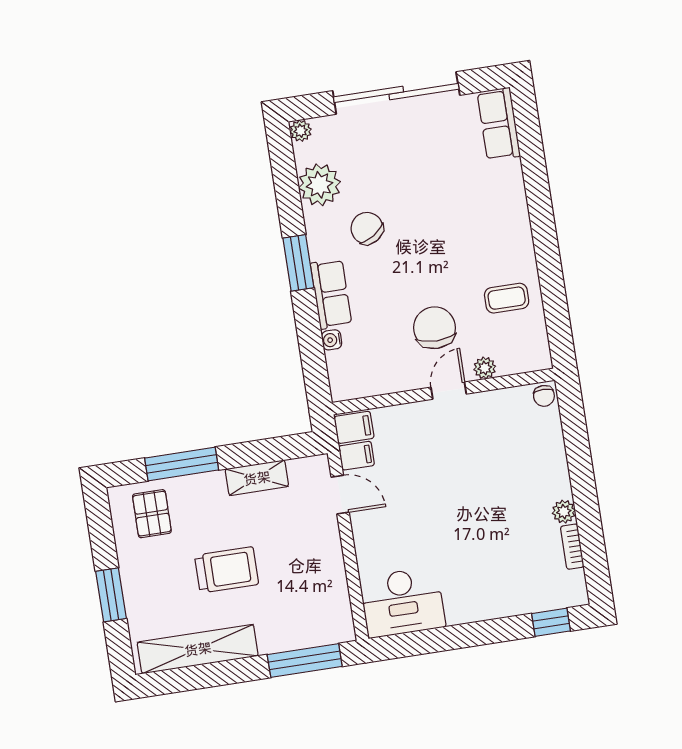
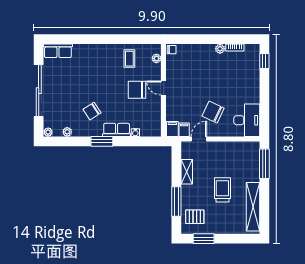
plant: (319, 185) -> (67, 132), width x0.53, depth x0.53
plant: (485, 368) -> (156, 58), moved
chair: (410, 519) -> (213, 112), added
window: (111, 595) -> (204, 239), moved

